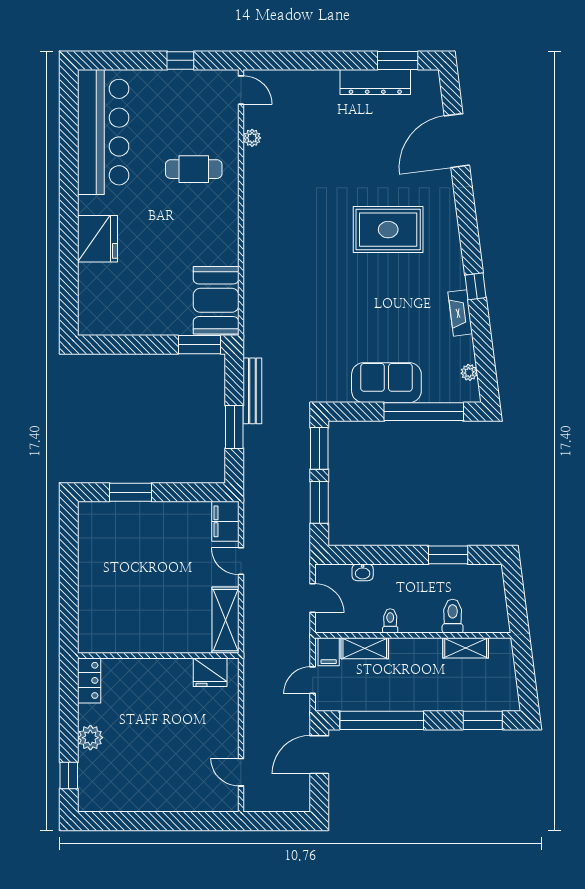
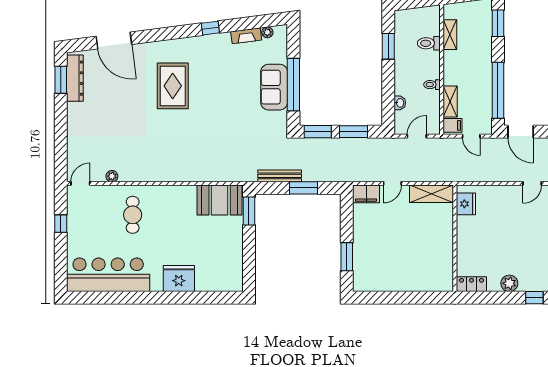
dresser: (375, 82) -> (75, 78), moved
fireplace: (460, 313) -> (246, 36), moved
window: (424, 412) -> (293, 85), moved

